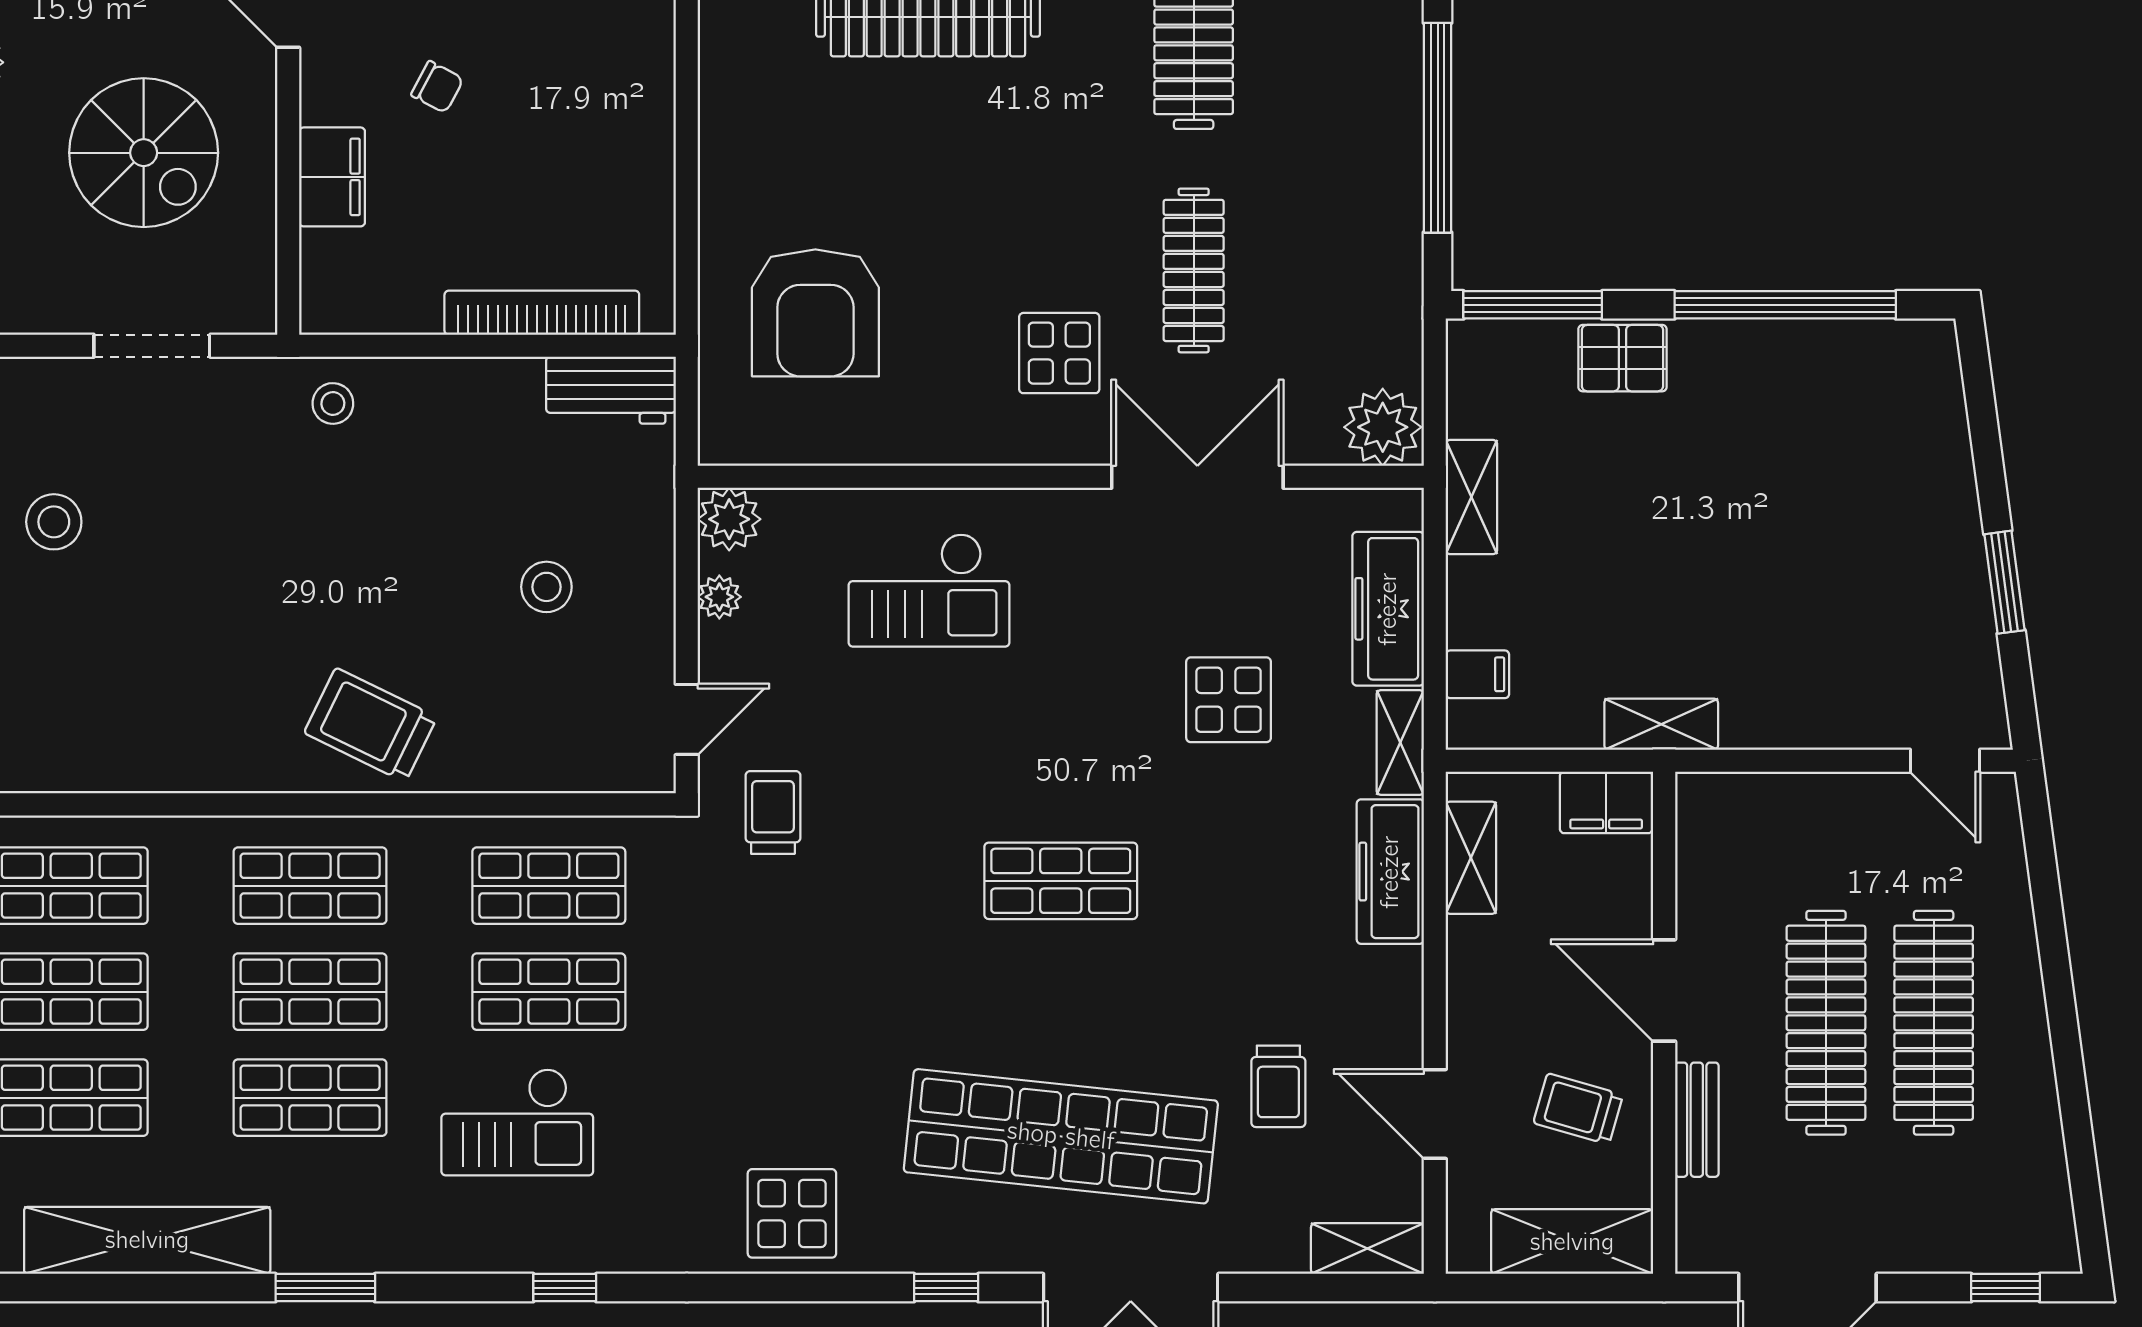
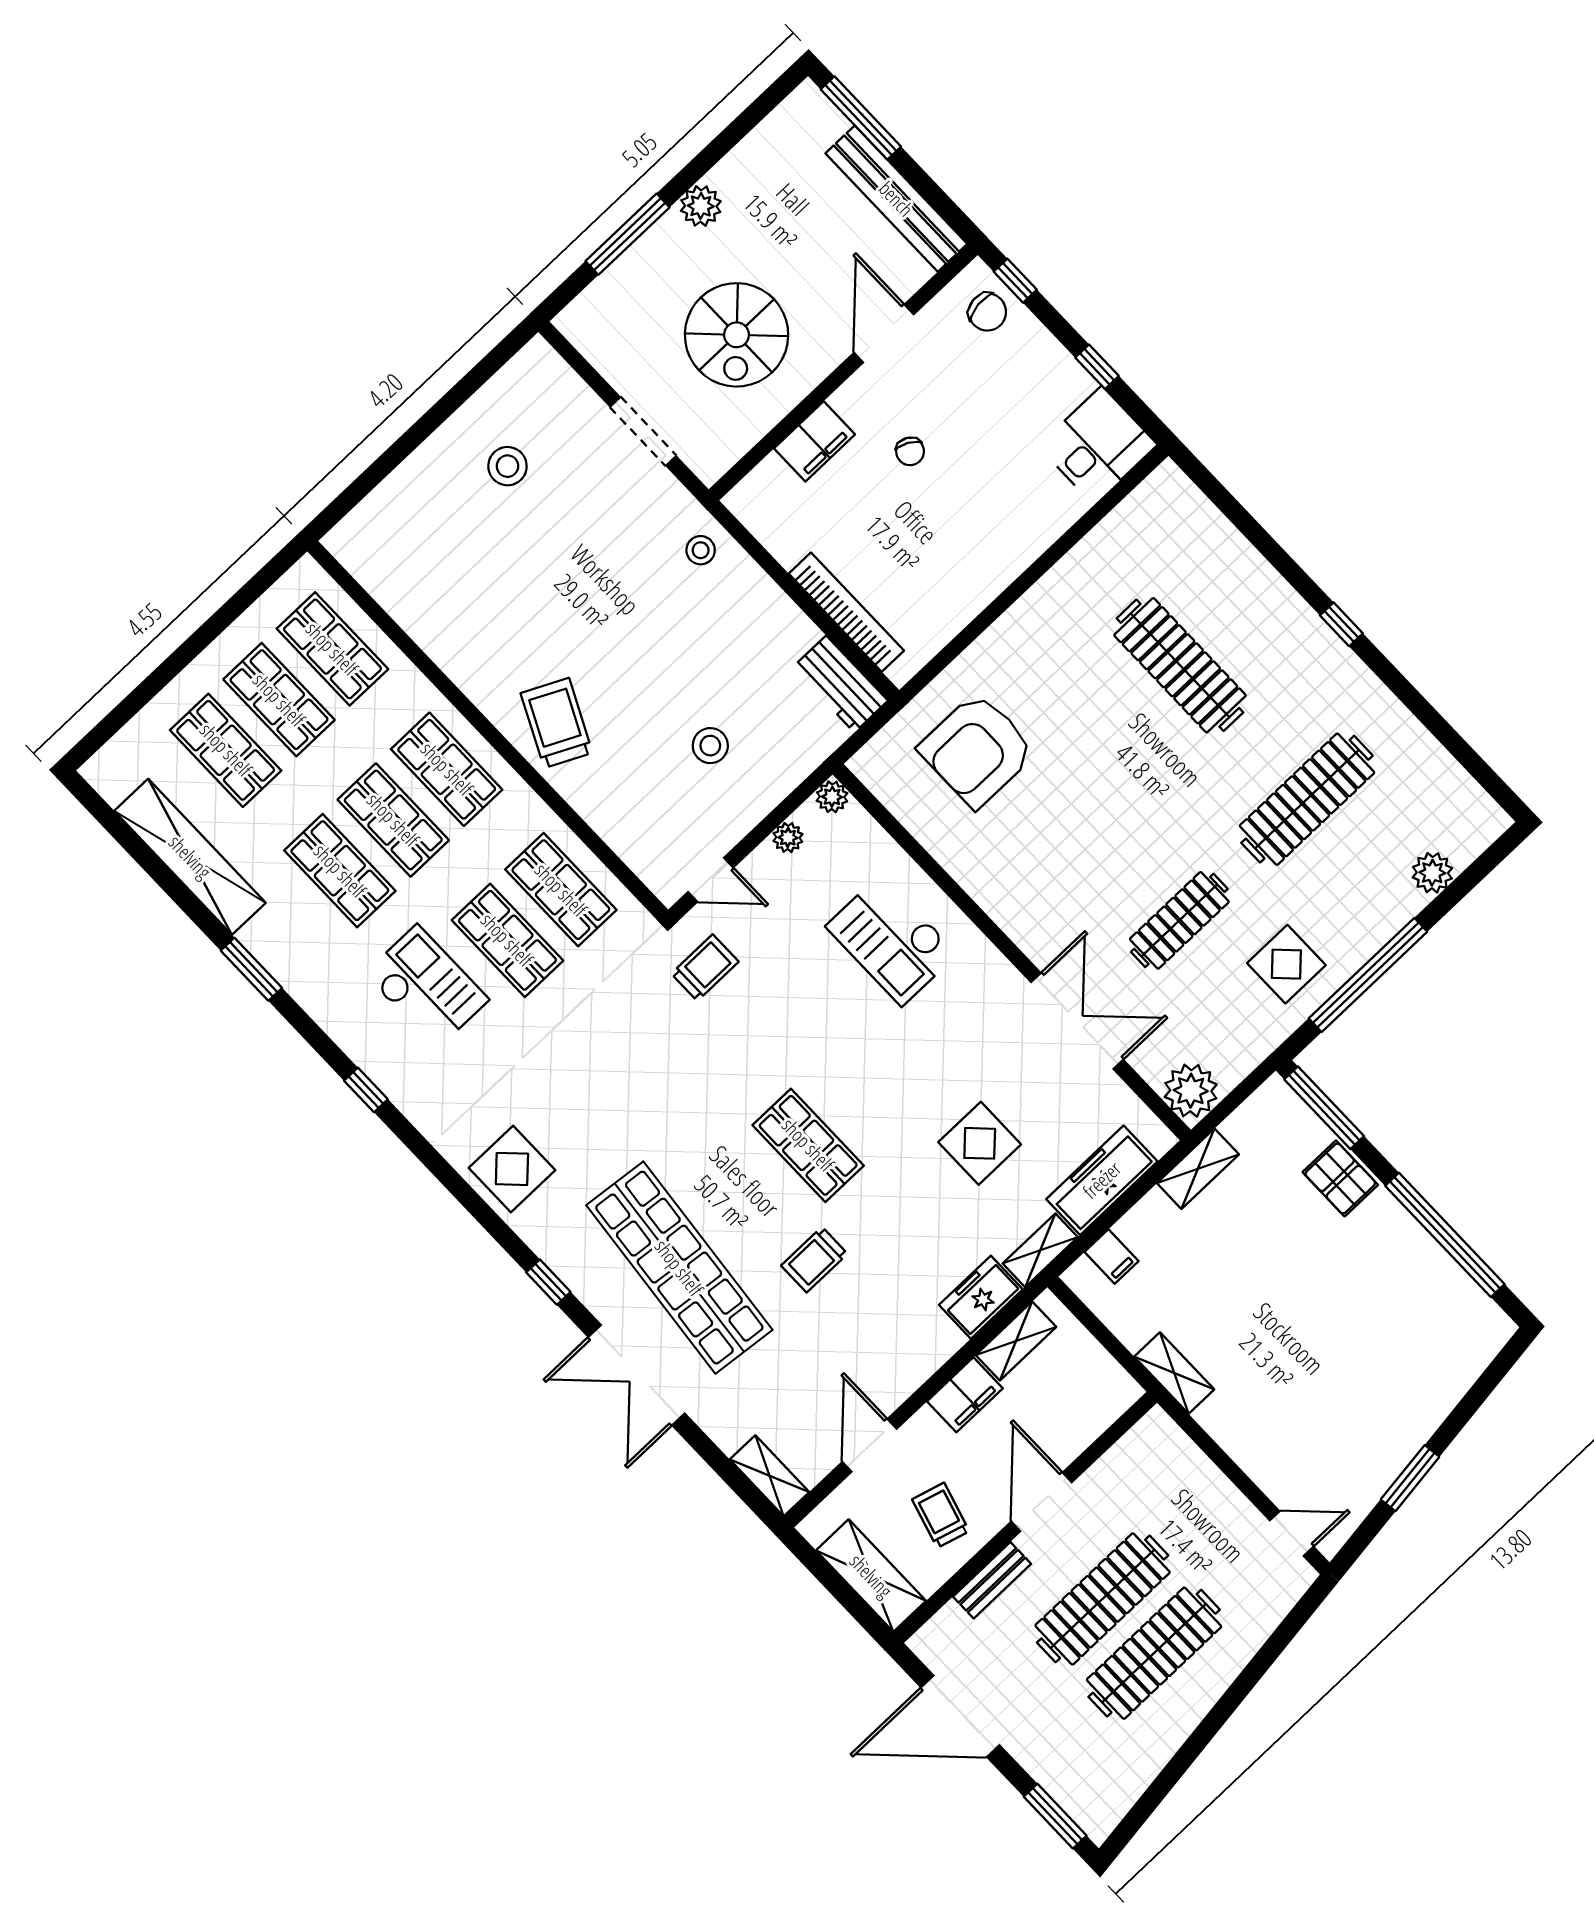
display table: (1059, 353) -> (1286, 964), moved
plant: (729, 519) -> (832, 797), width x0.73, depth x0.73
door: (1945, 761) -> (1292, 1534), swing flipped
filing cabinet: (1606, 802) -> (965, 1395), moved, turned -90
freezer: (1390, 872) -> (981, 1297), width x0.71
trolley: (1278, 1086) -> (814, 1260), moved
checkout: (517, 1122) -> (427, 987), turned 180
window: (2006, 1288) -> (1055, 1816), width x1.50

